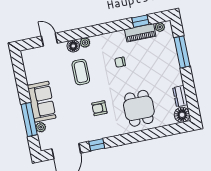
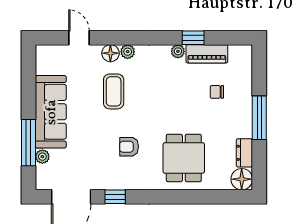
window: (140, 21) -> (193, 38), moved
plant: (160, 27) -> (178, 51), moved
window: (182, 52) -> (259, 118), moved
chair: (120, 62) -> (217, 92), moved
sofa: (42, 102) -> (51, 112), width x1.36

